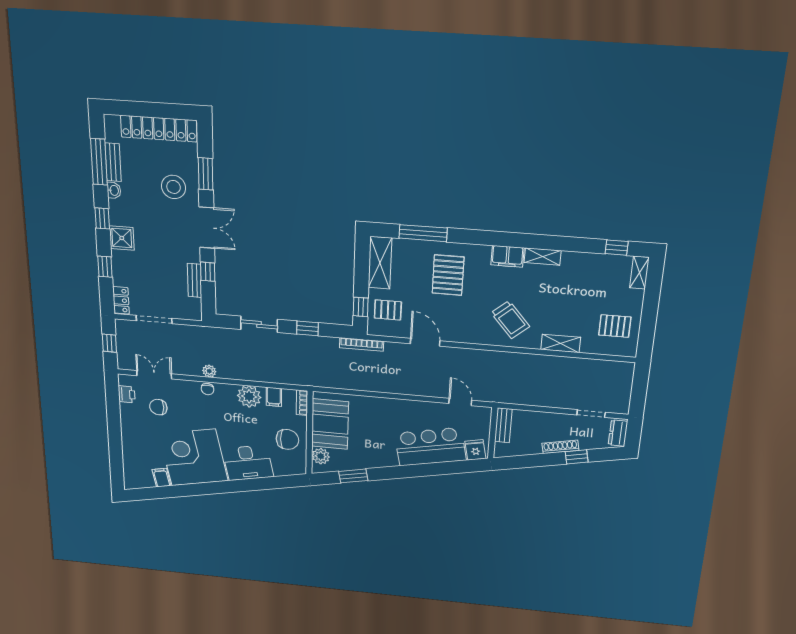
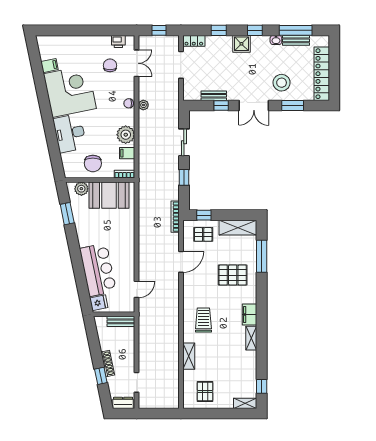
pallet: (388, 310) -> (203, 234), turned 90
trolley: (510, 320) -> (203, 320), turned 131

